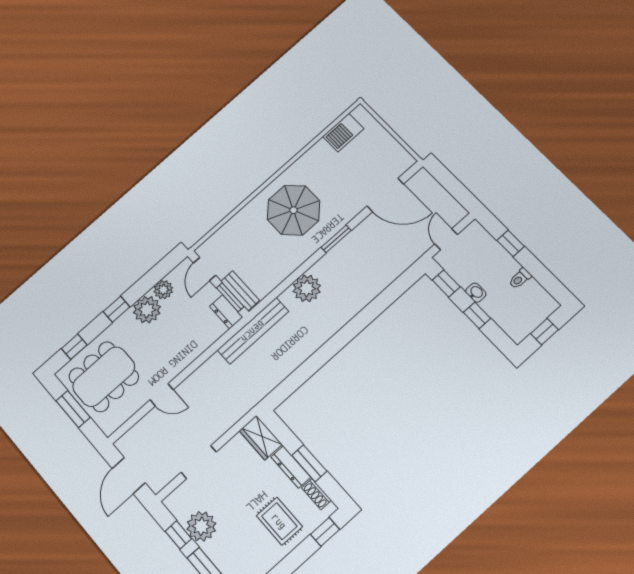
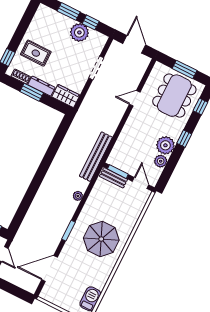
plant: (307, 288) -> (78, 196), width x0.53, depth x0.53
dresser: (226, 312) -> (117, 162), removed

